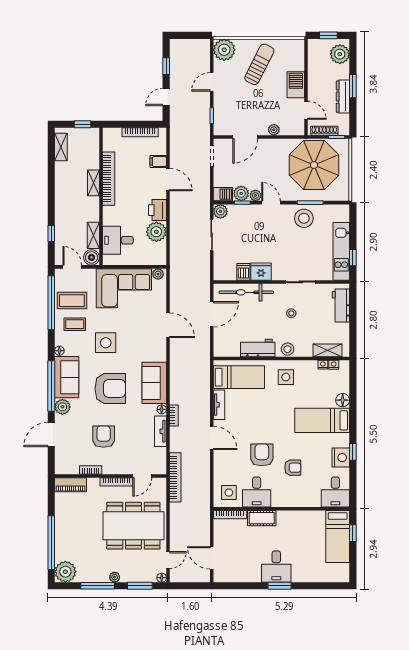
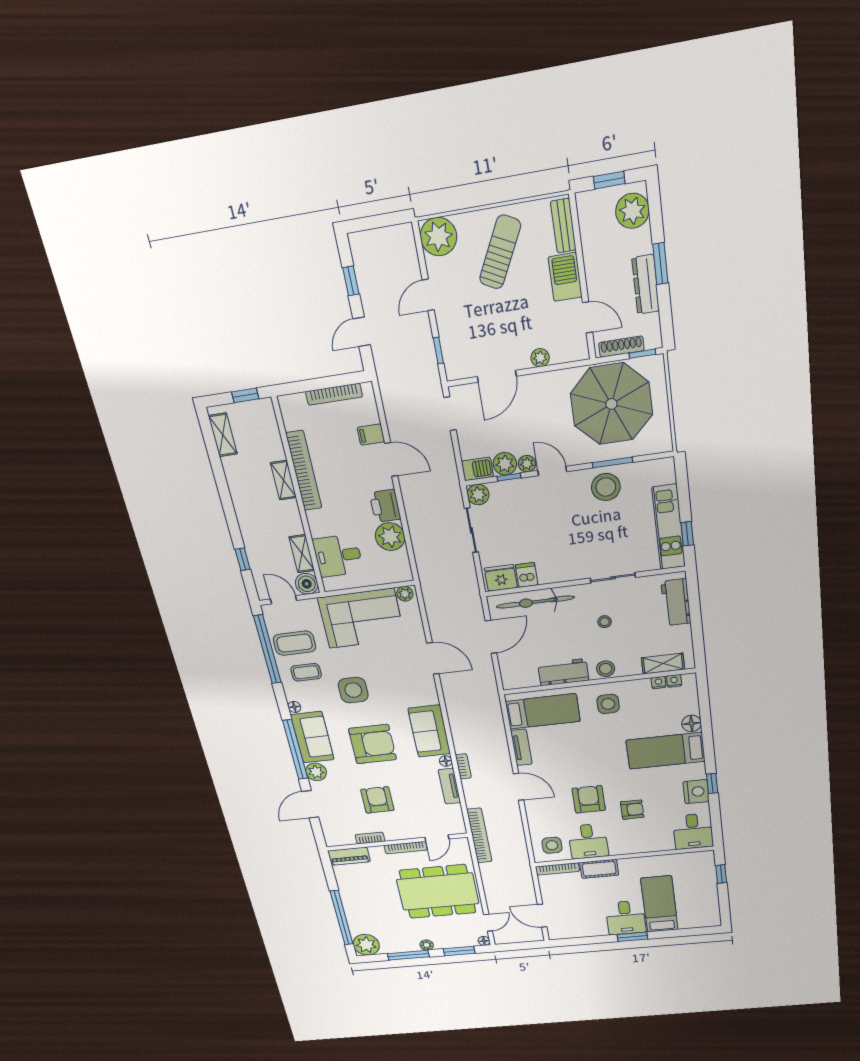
bench: (299, 56) -> (563, 226), added
fridge: (261, 272) -> (501, 578), moved
bed: (338, 537) -> (659, 904), moved, turned 180

